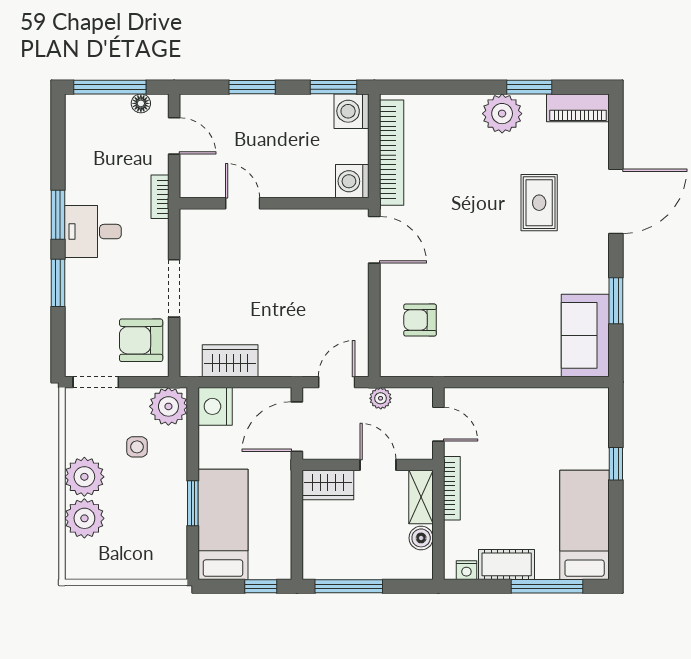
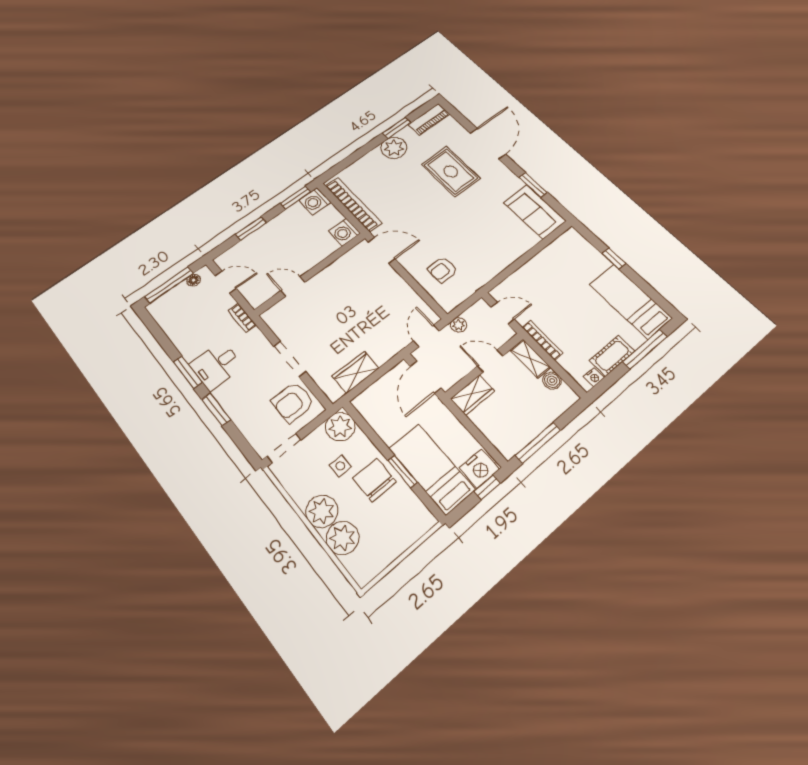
rug: (539, 203) -> (451, 171), width x1.36, depth x1.43
nightstand: (215, 406) -> (479, 469), moved, turned -90
chair: (159, 489) -> (374, 480), added

